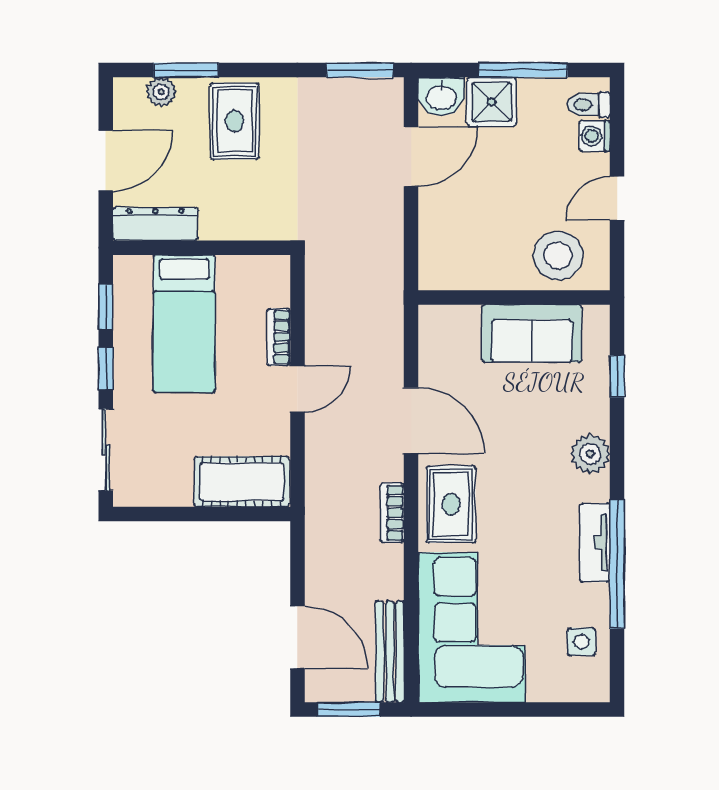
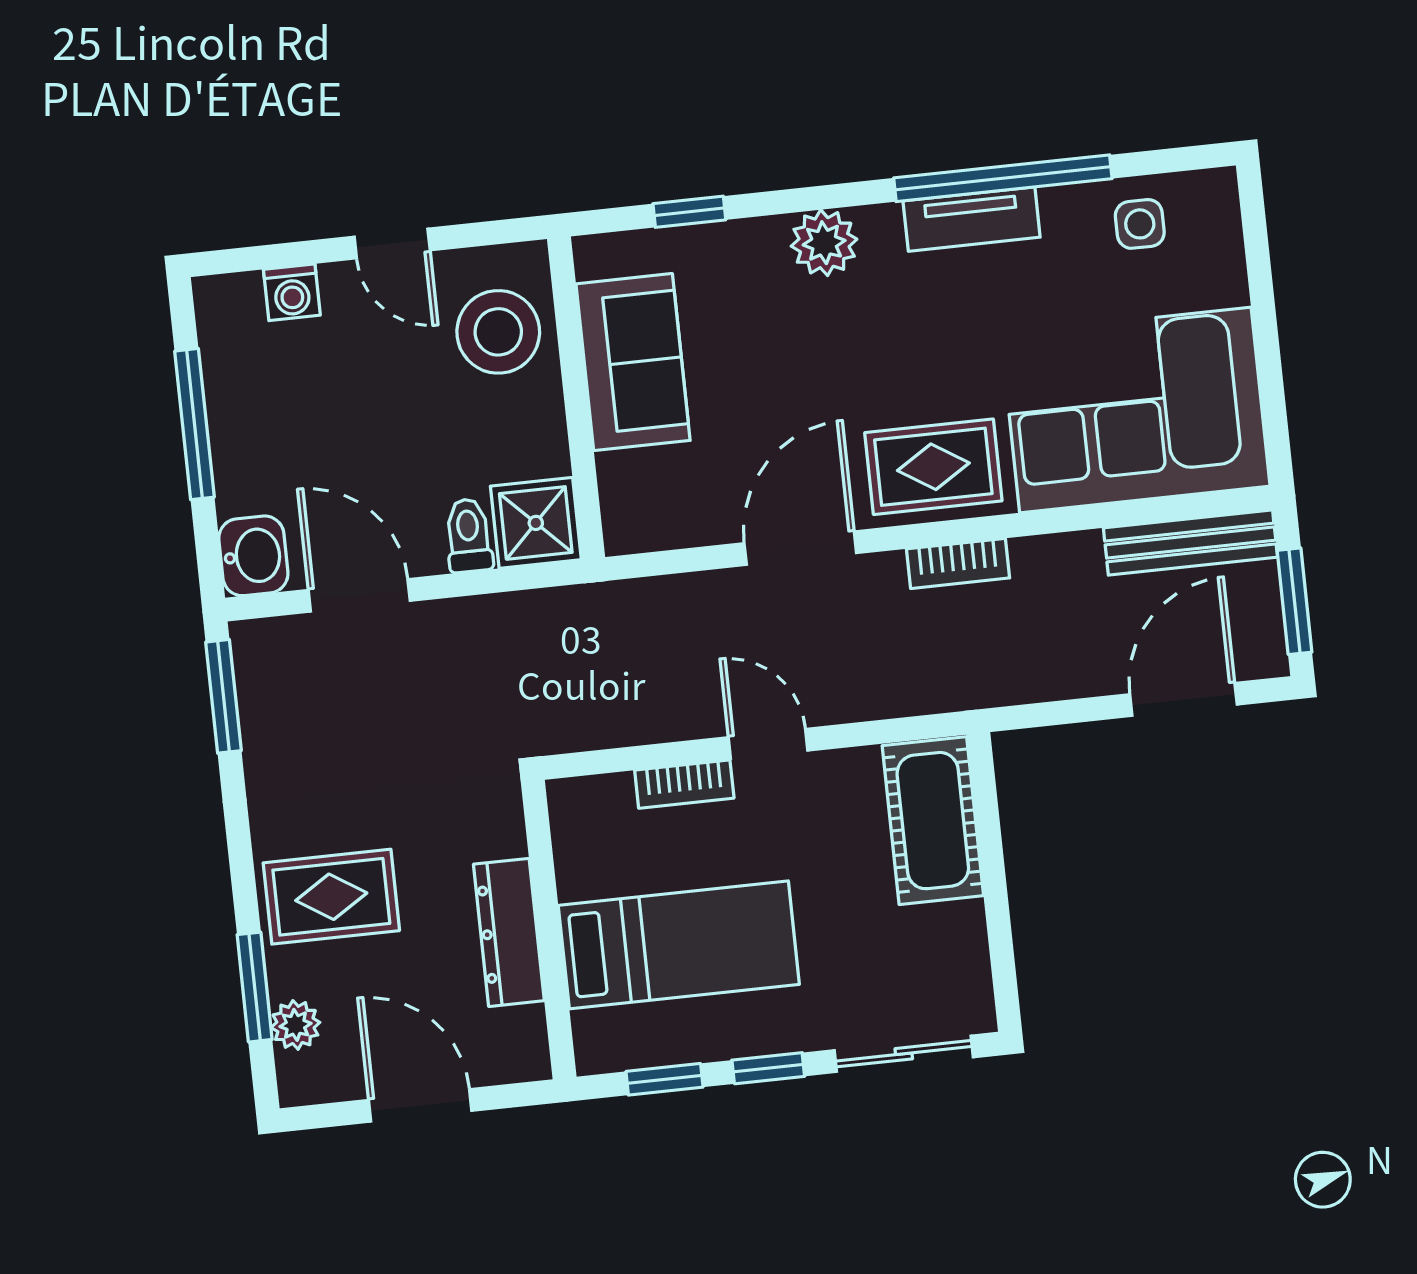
shower: (492, 102) -> (536, 523), moved
toilet: (589, 105) -> (469, 535), moved, turned 180
dresser: (155, 224) -> (509, 932), moved

